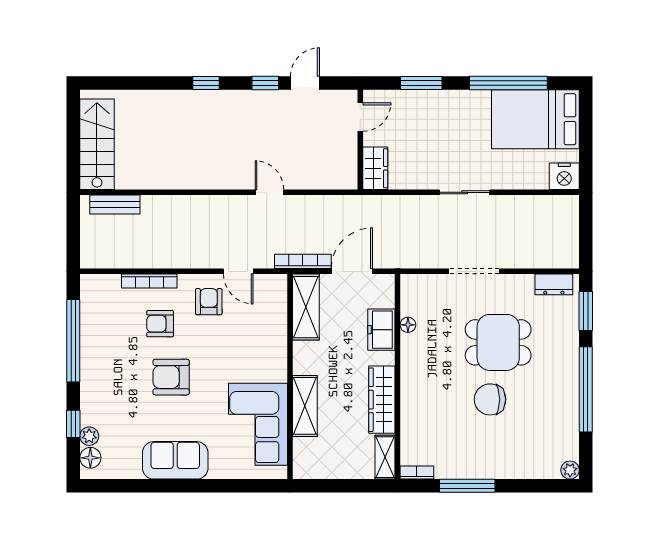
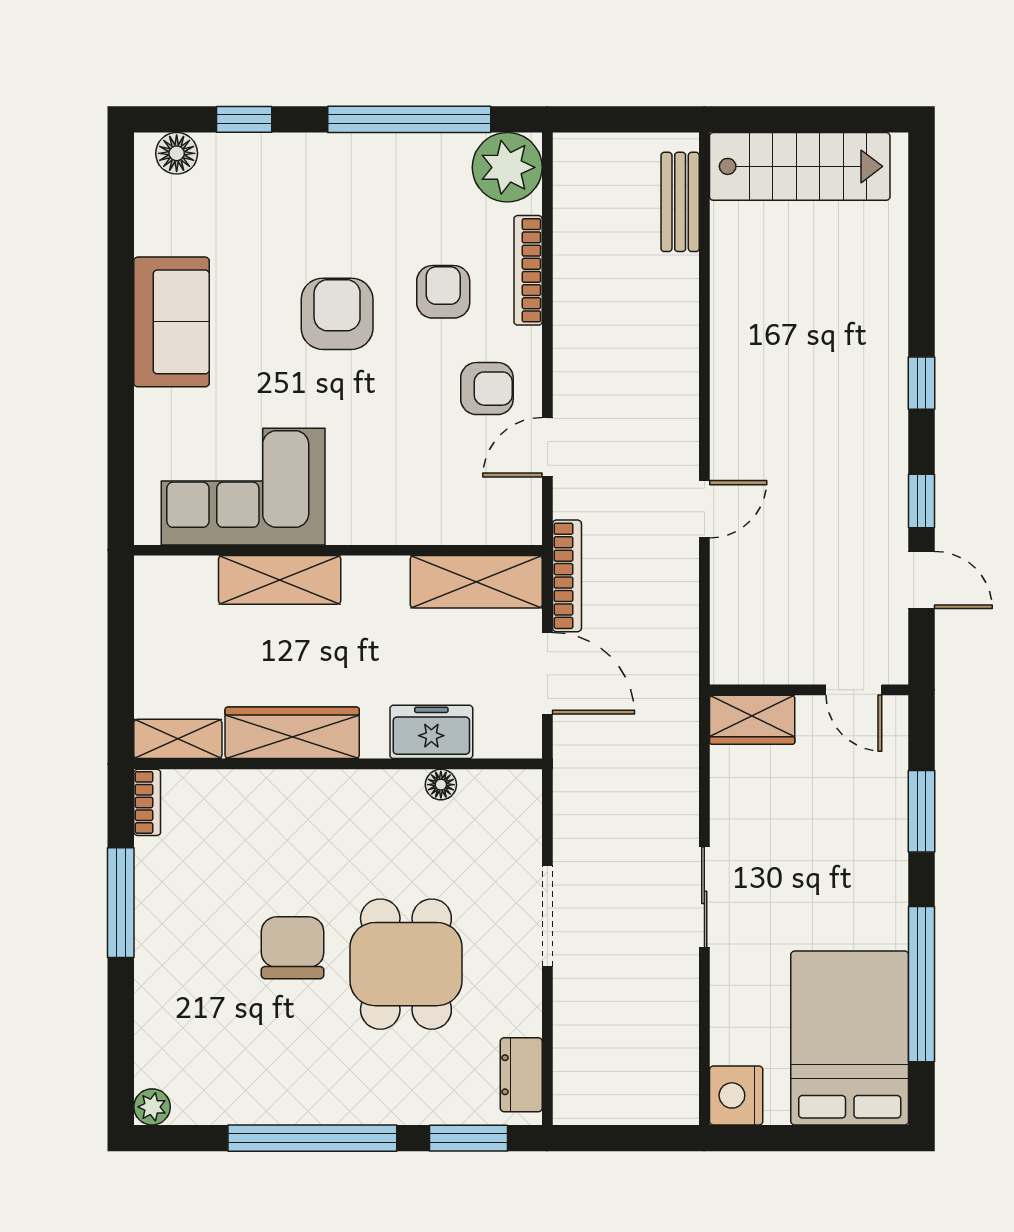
plant: (89, 436) -> (507, 167), moved, width x1.88, depth x1.88

